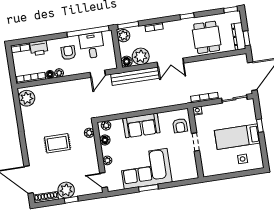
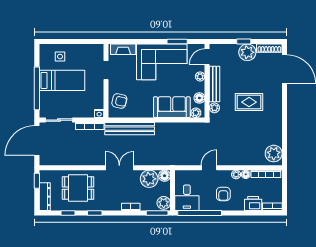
window: (231, 10) -> (68, 213), moved
dresser: (239, 36) -> (45, 197), moved
dining table: (207, 37) -> (78, 188), turned 90
desk: (92, 46) -> (187, 198), moved
door: (98, 74) -> (209, 168), moved
bench: (135, 76) -> (130, 129), moved
sofa: (141, 126) -> (172, 107), moved
armchair: (180, 126) -> (119, 101), turned 103
window: (260, 126) -> (37, 88), width x3.17
doorway: (196, 142) -> (106, 70), moved
bench: (93, 155) -> (214, 84), added
fireplace: (184, 175) -> (123, 49), added
door: (104, 180) -> (207, 57), swing flipped
window: (148, 188) -> (177, 41), moved

